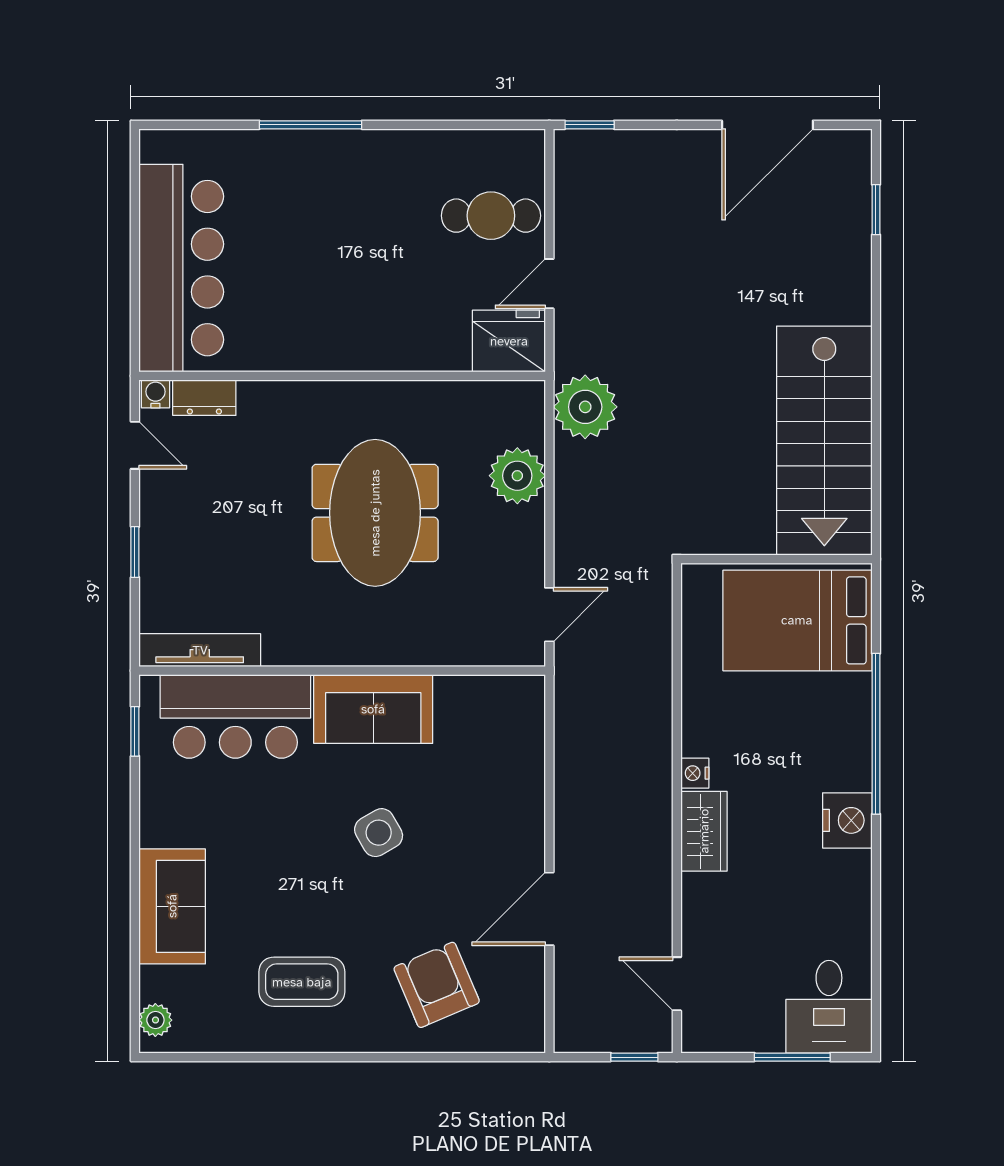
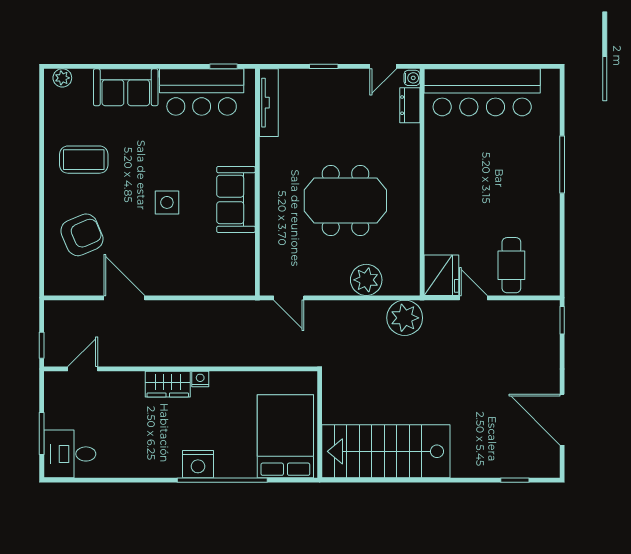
bar counter: (235, 716) -> (202, 92), moved, turned -90
nightstand: (847, 820) -> (198, 464), moved
side table: (379, 833) -> (167, 202), turned 30
coffee table: (302, 982) -> (84, 160), turned 90

